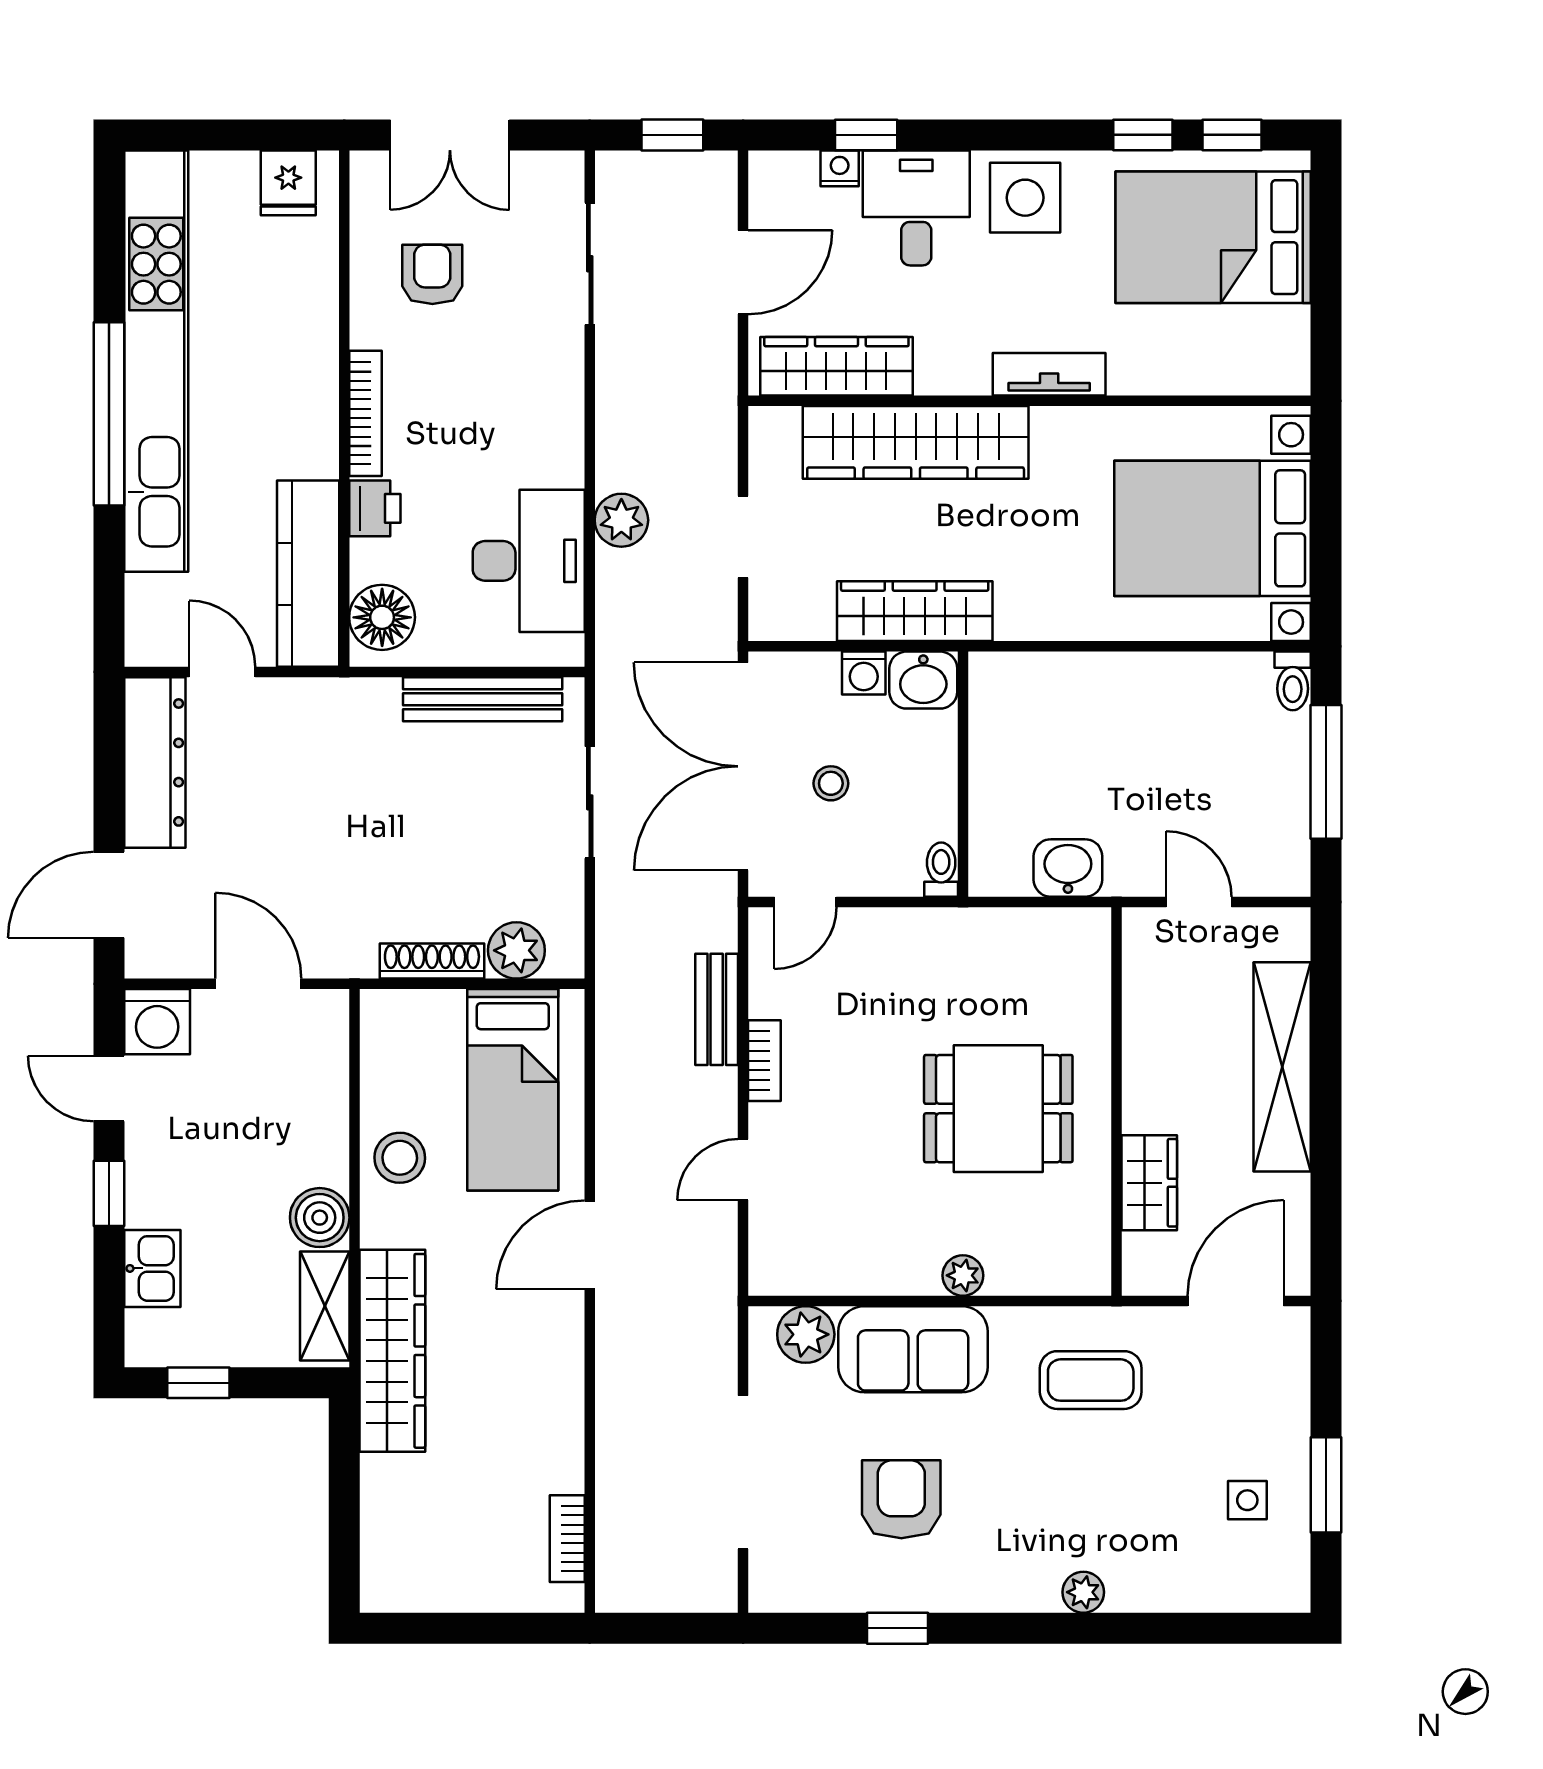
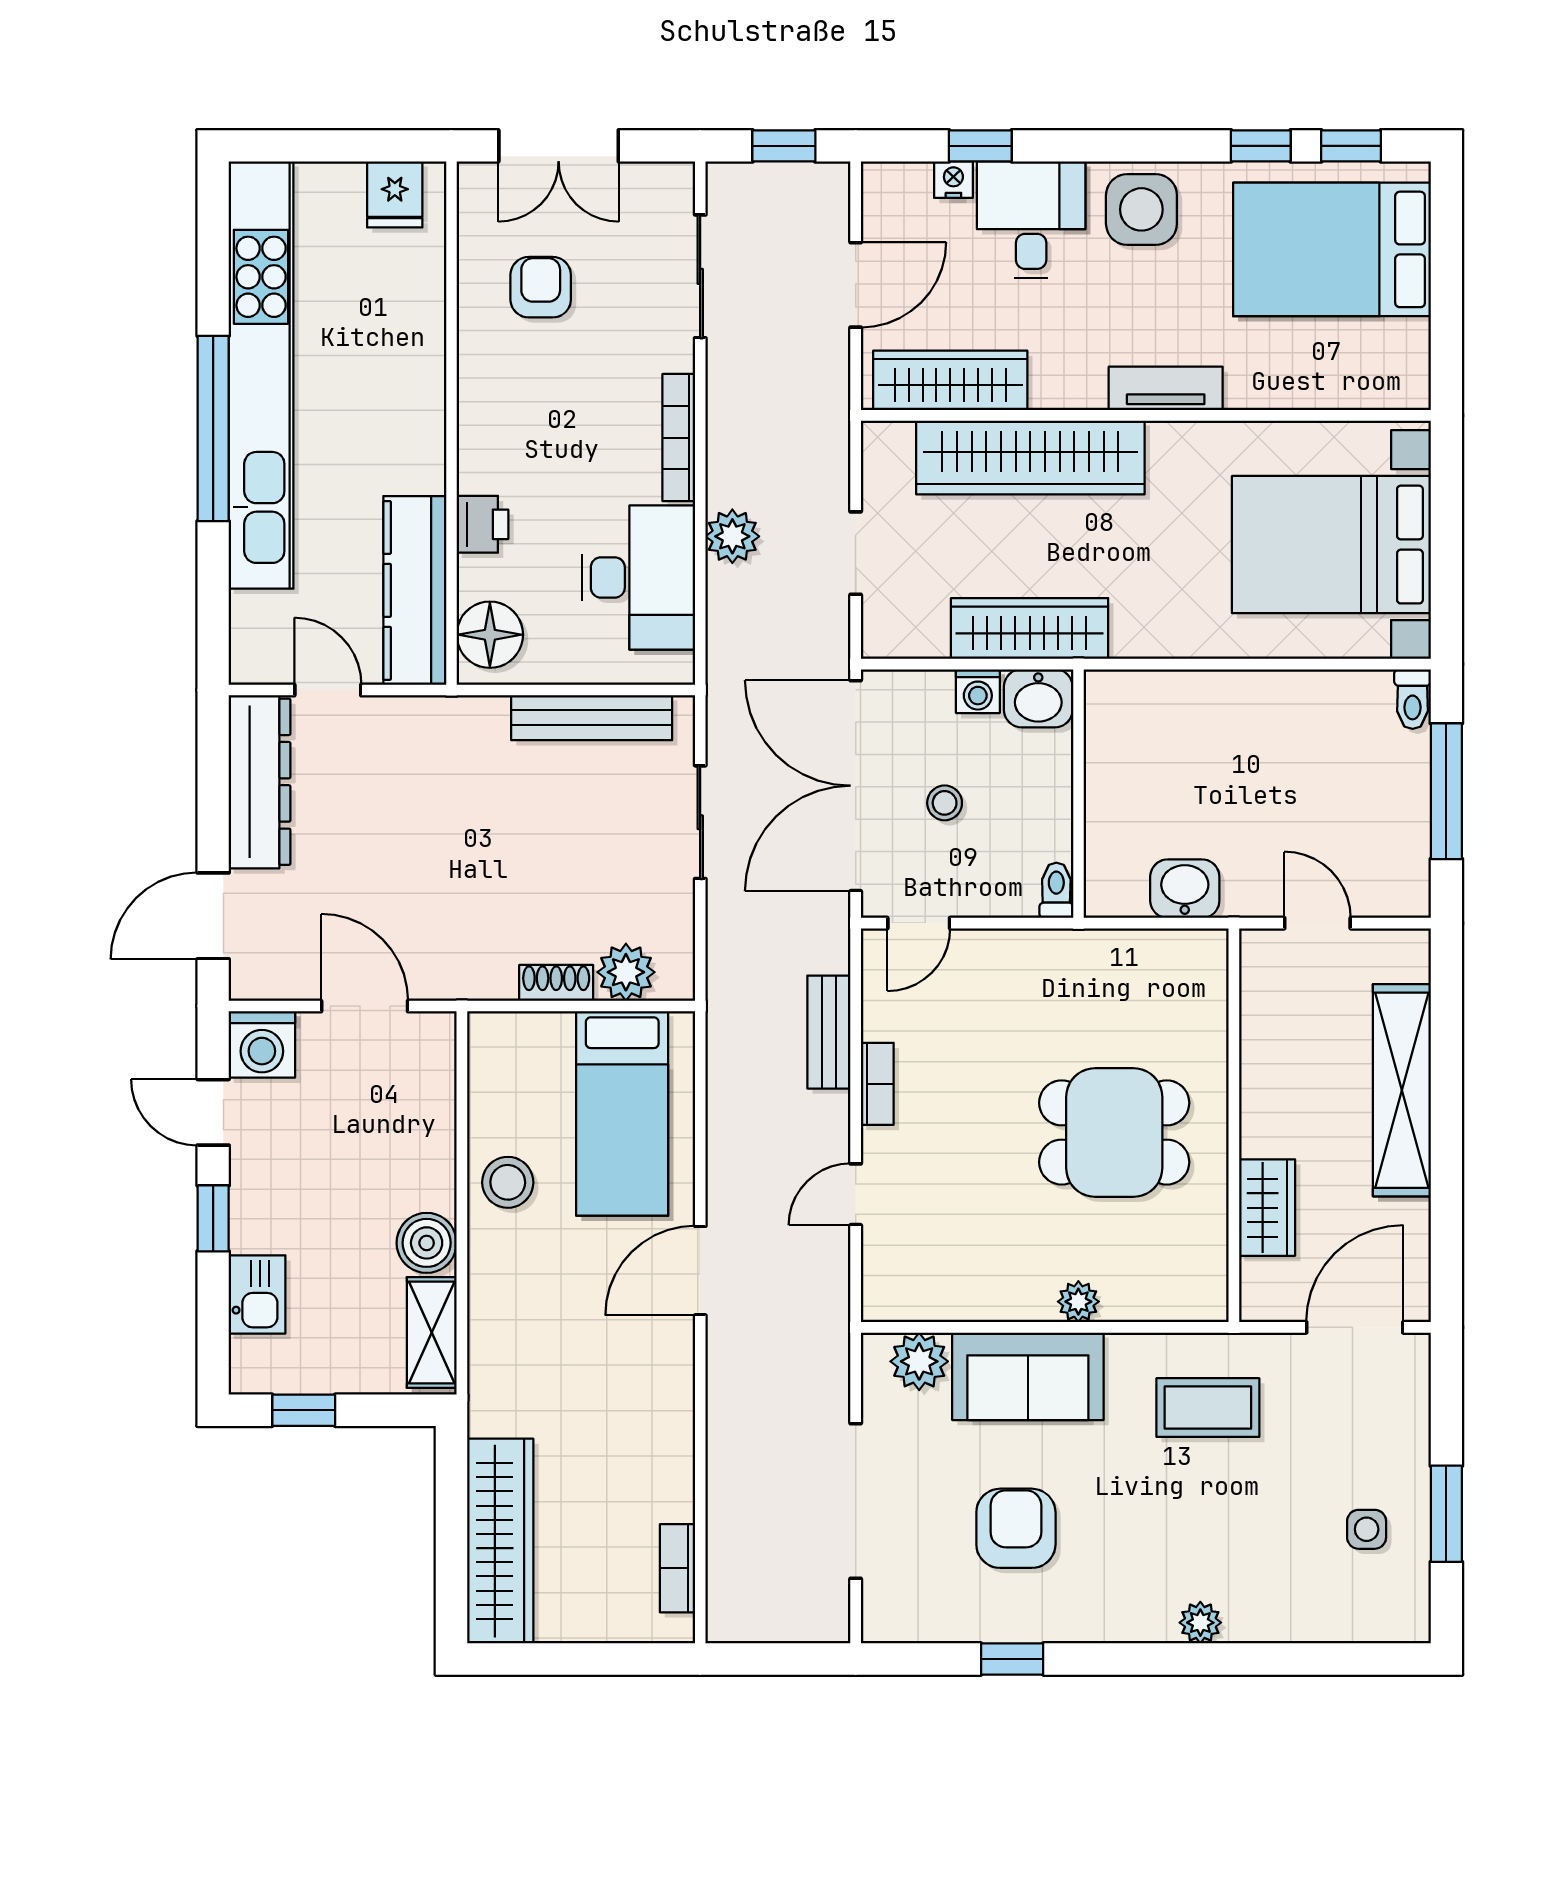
bookcase: (365, 413) -> (679, 438), moved, turned 180
shoe rack: (432, 961) -> (556, 983), width x0.70
wardrobe: (392, 1351) -> (500, 1541), moved

